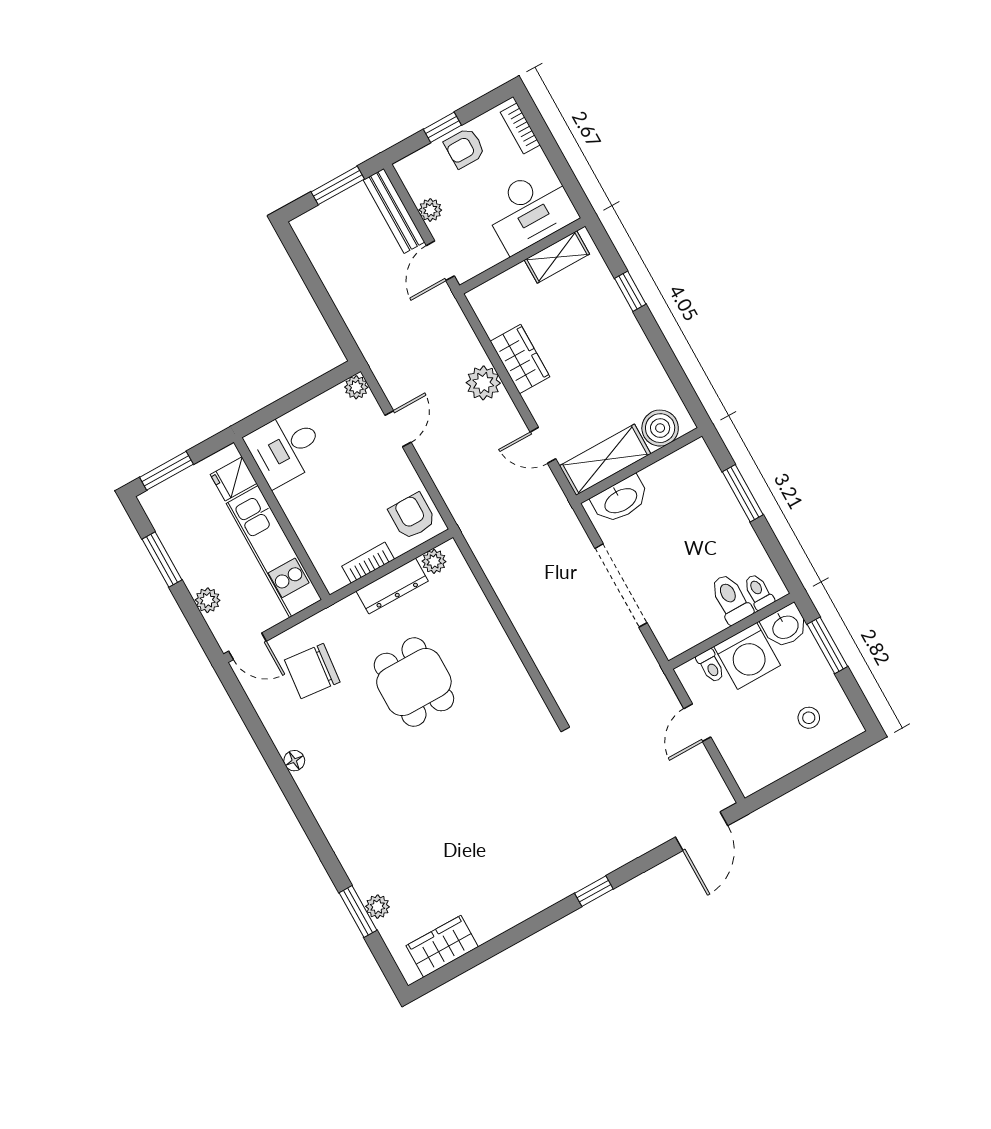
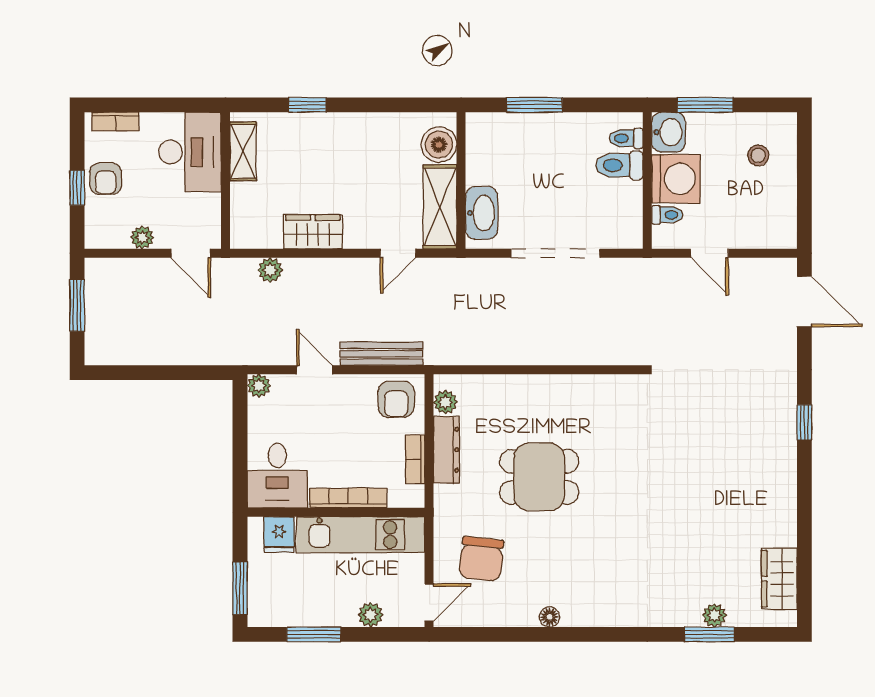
bench: (394, 211) -> (382, 354), moved
plant: (483, 383) -> (270, 270), moved, width x0.73, depth x0.73
armchair: (412, 516) -> (396, 399), turned -90
bookcase: (300, 522) -> (348, 498), added

